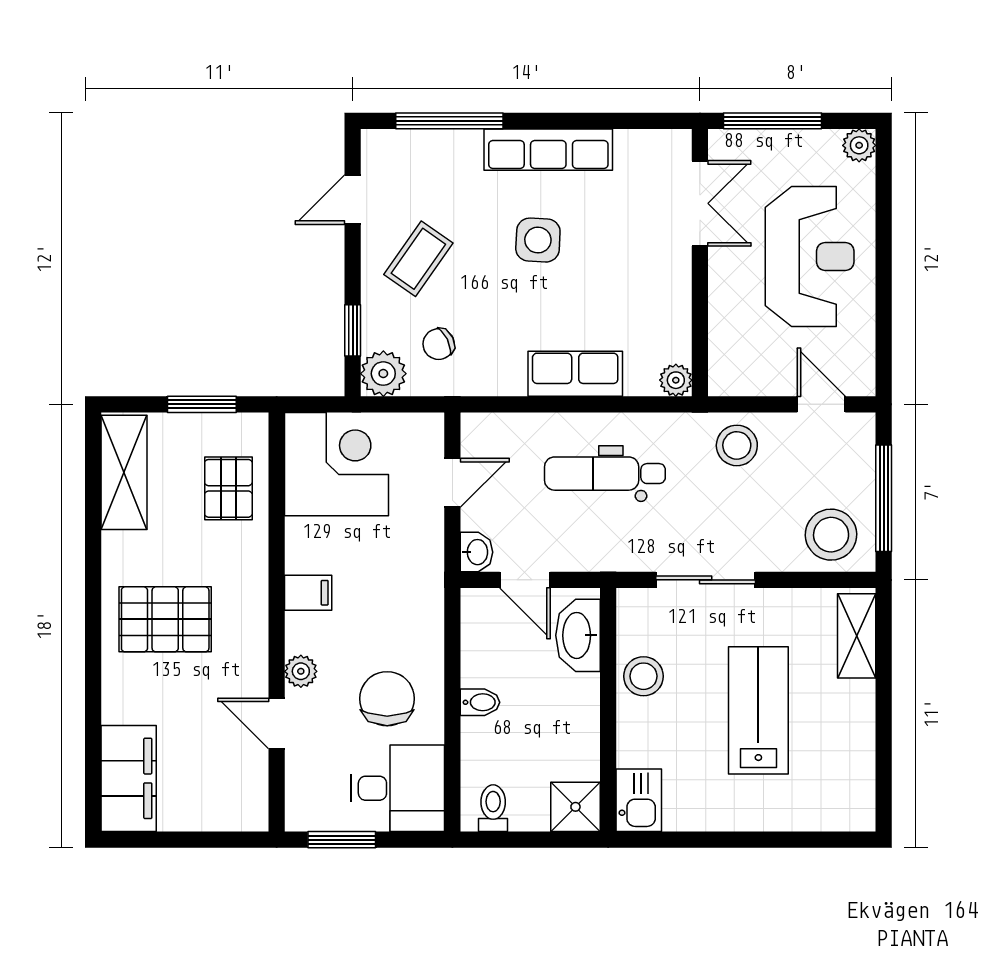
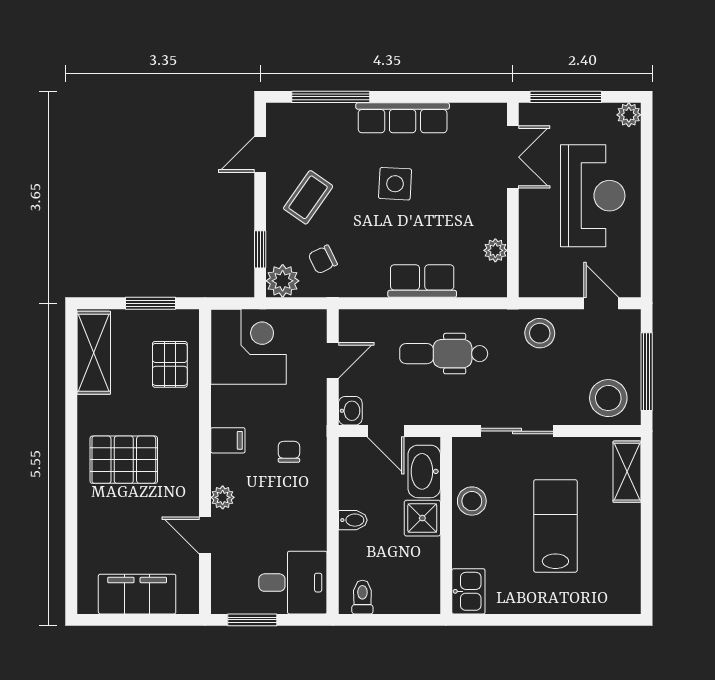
plant: (676, 380) -> (495, 250), moved
chair: (387, 699) -> (289, 452), moved, width x0.54, depth x0.54
filing cabinet: (129, 778) -> (137, 594), moved, turned -90
shower: (575, 807) -> (422, 518), moved

